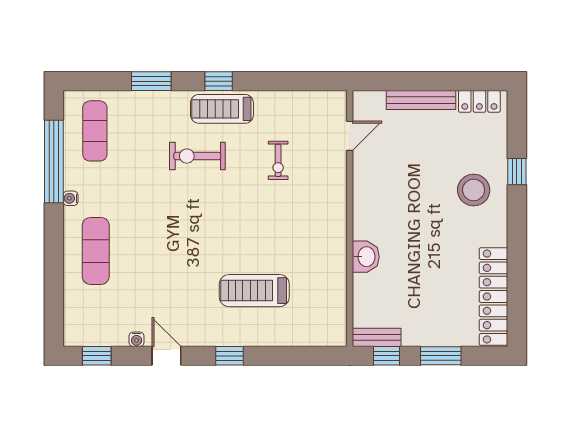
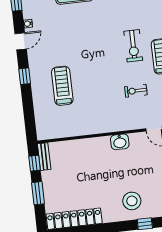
exercise bike: (197, 156) -> (133, 46), turned 180
washbasin: (366, 257) -> (120, 142), moved

